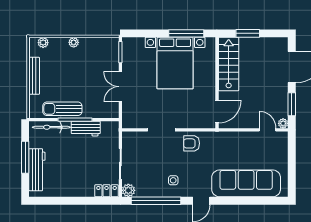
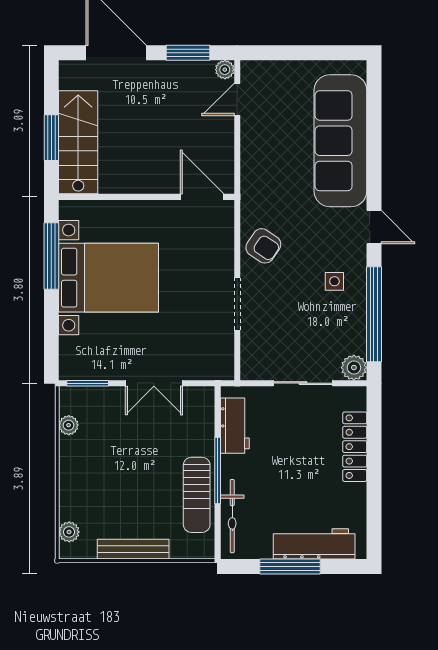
plant: (74, 42) -> (69, 425), moved
stairs: (229, 64) -> (78, 142), moved, turned 90
workbench: (86, 129) -> (235, 426), moved
armchair: (192, 143) -> (263, 246), turned -56
locker: (107, 191) -> (355, 447), moved, width x1.53

